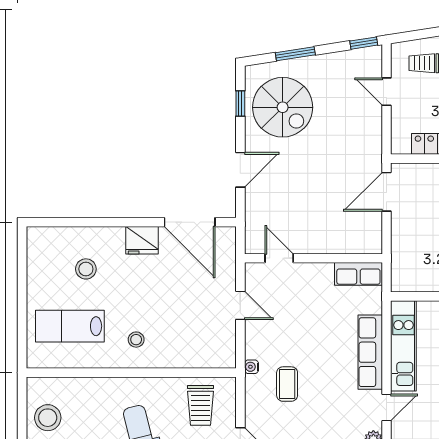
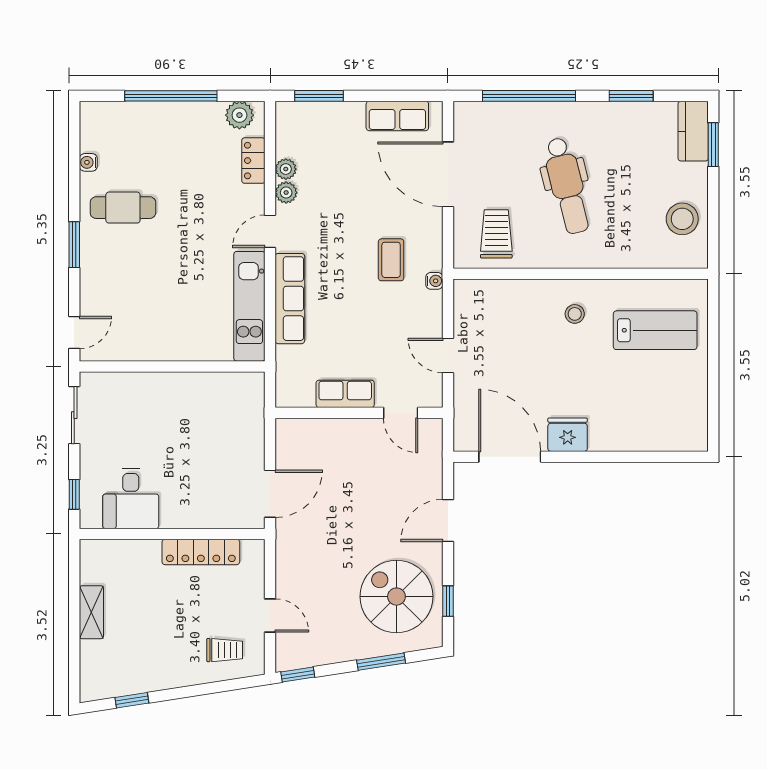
stool: (86, 269) -> (636, 400), removed
row of seats: (358, 274) -> (345, 394), moved

